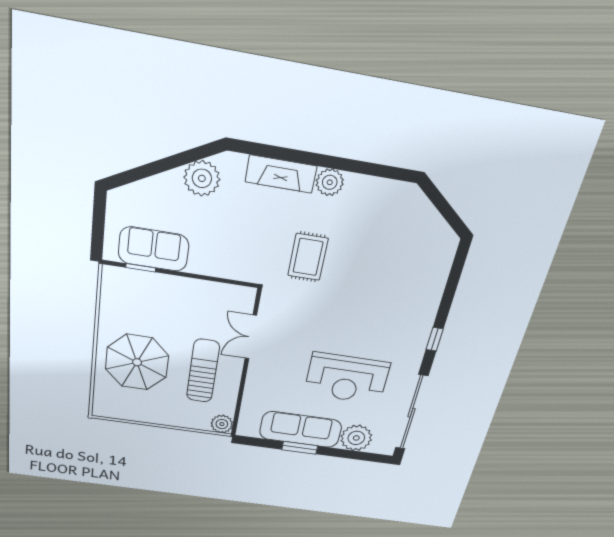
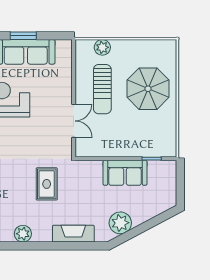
plant: (330, 182) -> (23, 234), moved
sofa: (154, 249) -> (125, 173), moved
plant: (222, 424) -> (102, 47), moved

